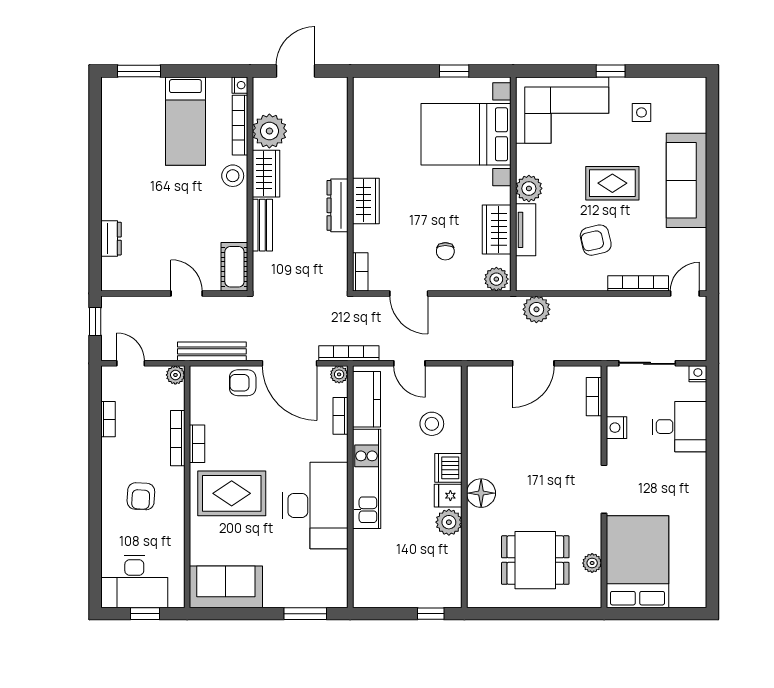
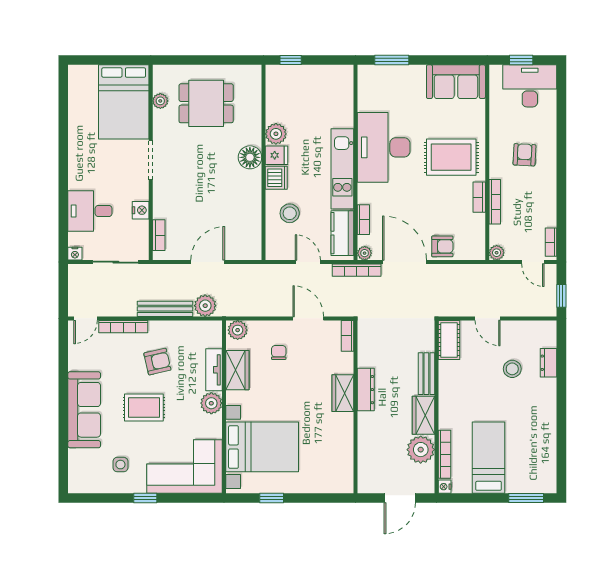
stool: (233, 176) -> (512, 369), moved
bench: (212, 351) -> (165, 309), moved
bookcase: (108, 419) -> (551, 242), moved

